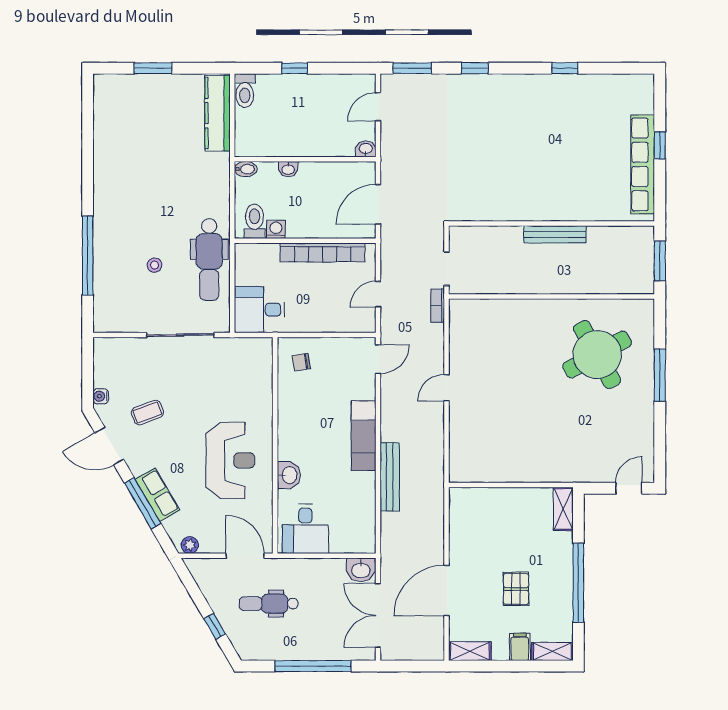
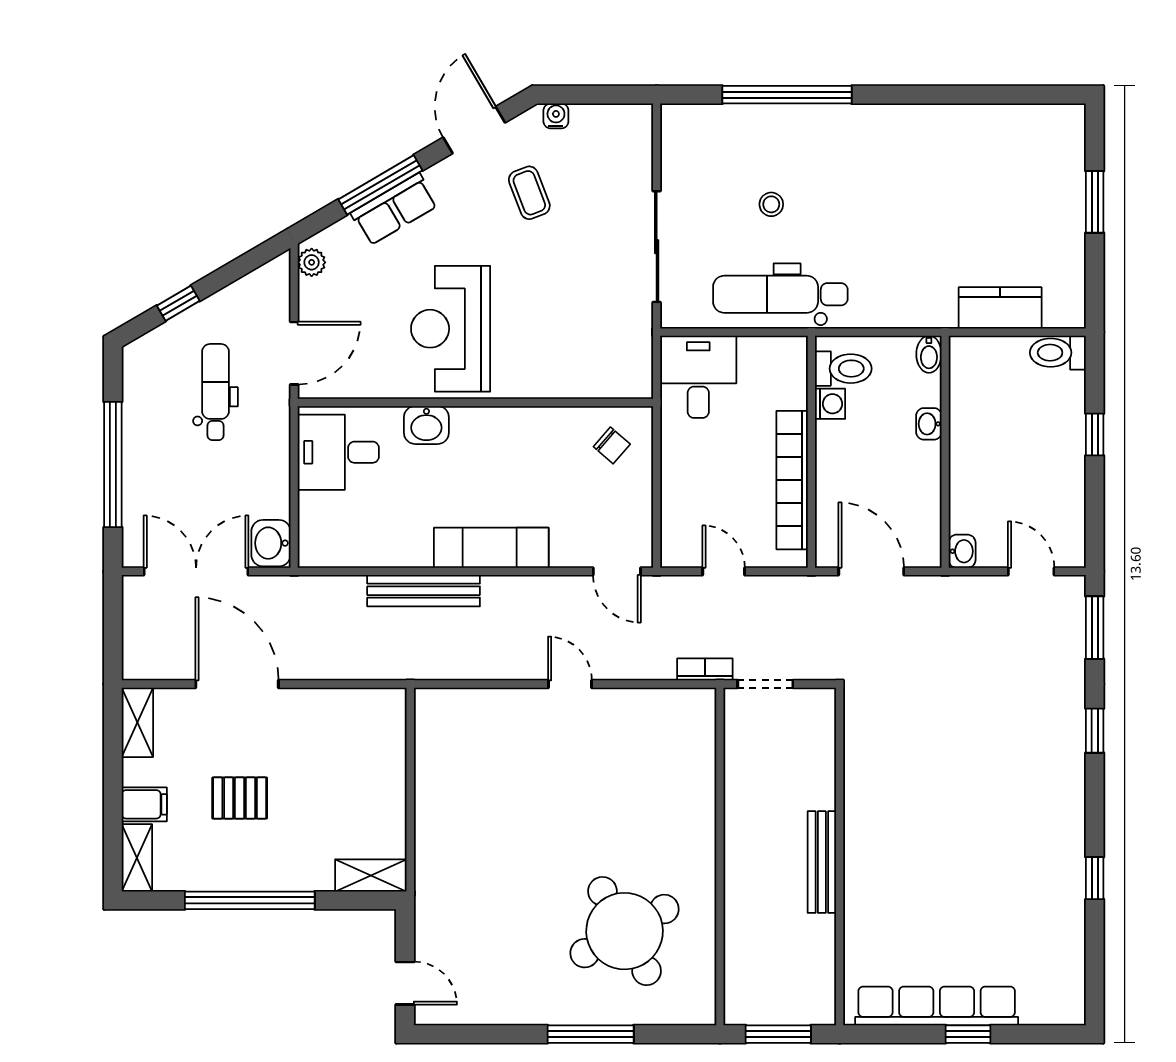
kitchen counter: (218, 113) -> (1000, 308), width x0.67
chair: (301, 362) -> (612, 445), turned 140
reception desk: (230, 460) -> (451, 329), turned 90

